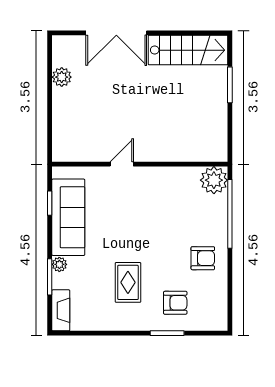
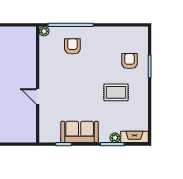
plant: (214, 180) -> (44, 31), width x0.53, depth x0.53
sofa: (68, 217) -> (80, 132), width x0.73
armchair: (203, 258) -> (72, 46), moved
plant: (59, 264) -> (115, 138), moved

